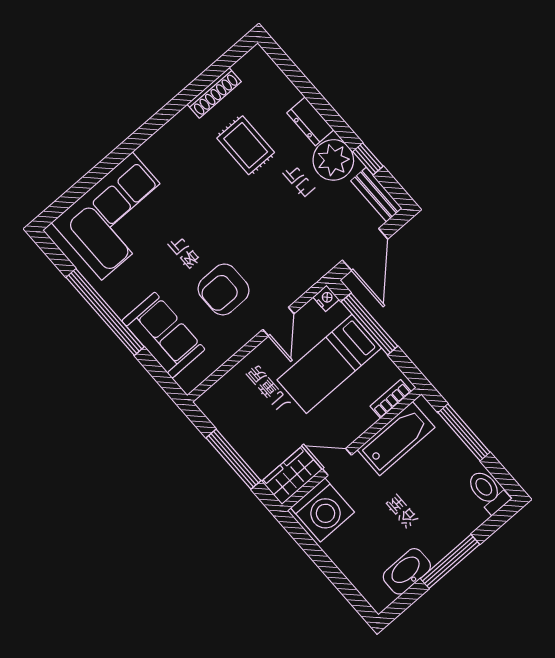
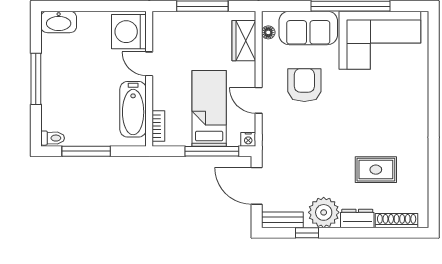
shoe rack: (214, 93) -> (397, 221), moved, turned 90
corner sofa: (117, 216) -> (380, 40), moved, turned -90
floor lamp: (203, 371) -> (268, 32), added
window: (464, 432) -> (86, 151), moved
door: (337, 462) -> (149, 64), swing flipped
wardrobe: (292, 475) -> (244, 41), moved, turned 180
toilet: (488, 491) -> (53, 138), width x0.73, depth x0.72
washbasin: (407, 571) -> (59, 22), moved, turned 90

